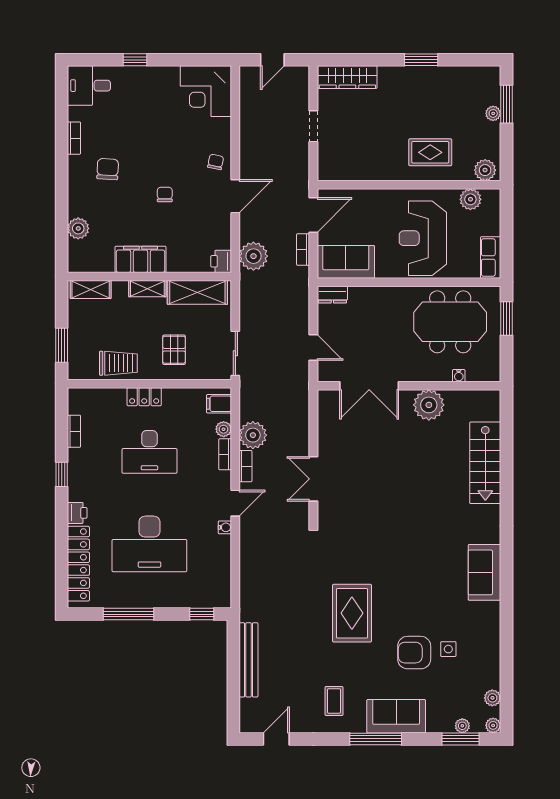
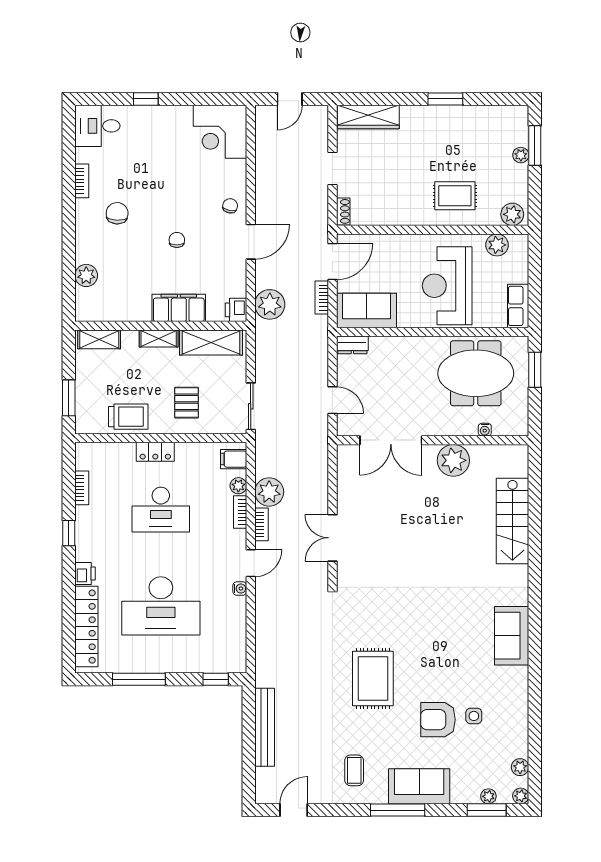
shoe rack: (324, 167) -> (343, 211), added
filing cabinet: (141, 259) -> (179, 308), moved

